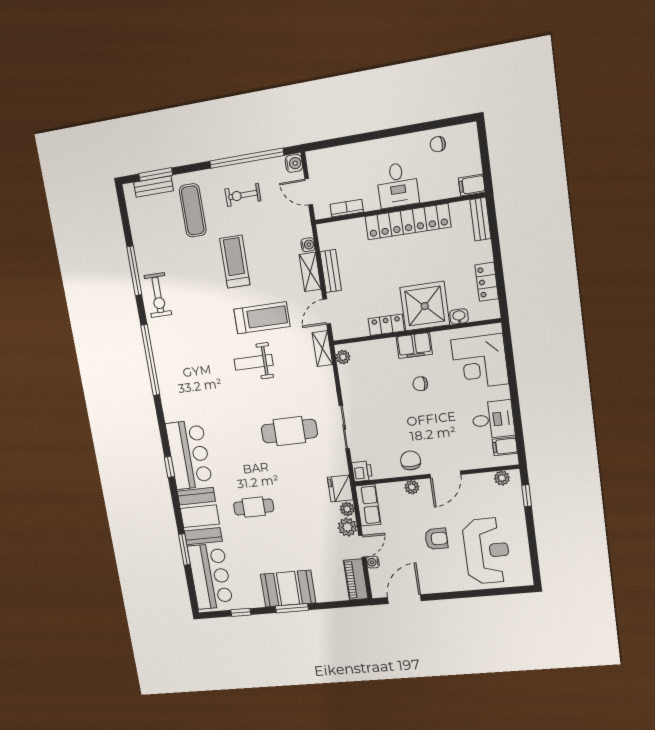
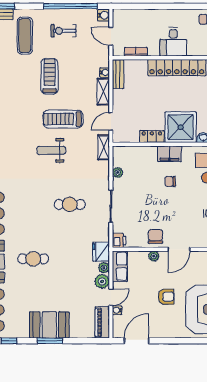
bench: (331, 271) -> (118, 74), moved
treadmill: (262, 318) -> (63, 119), turned 180
plant: (343, 357) -> (118, 173), moved
cafe table: (289, 431) -> (70, 204), width x0.73, depth x0.74

